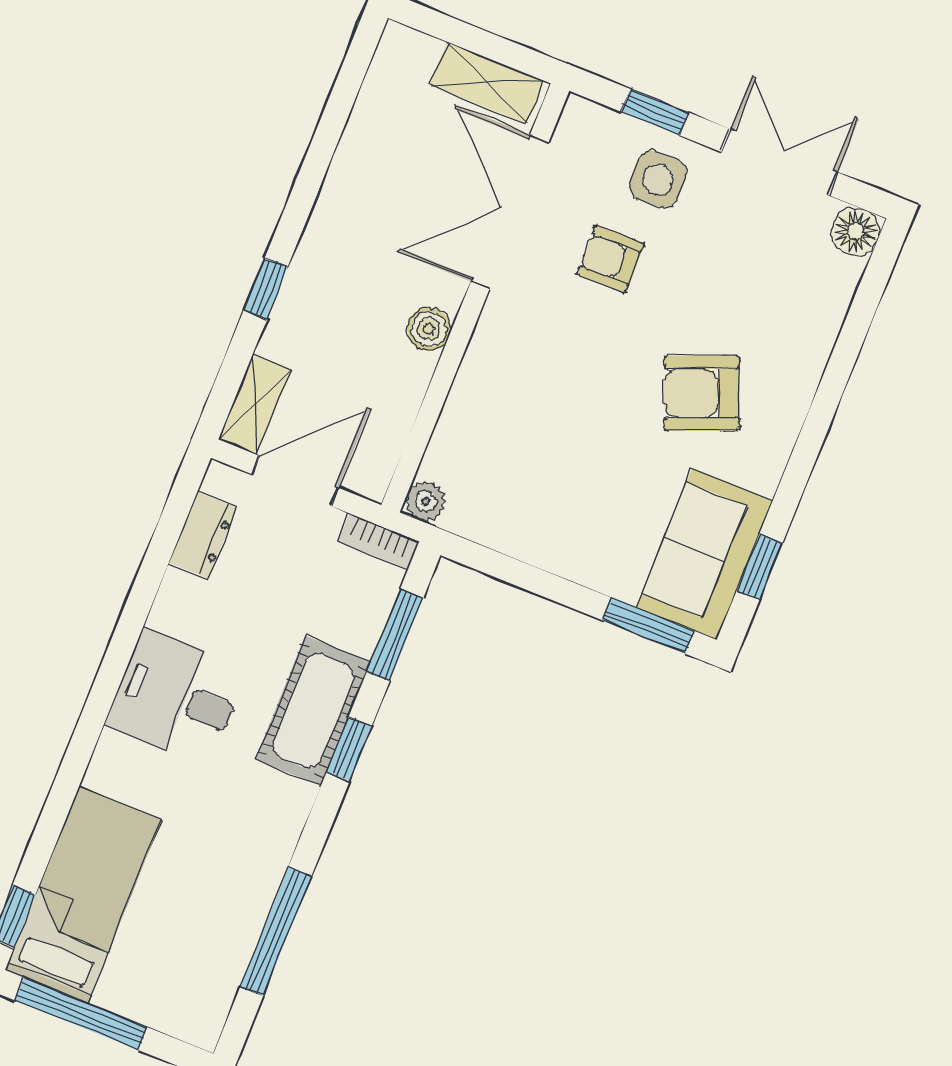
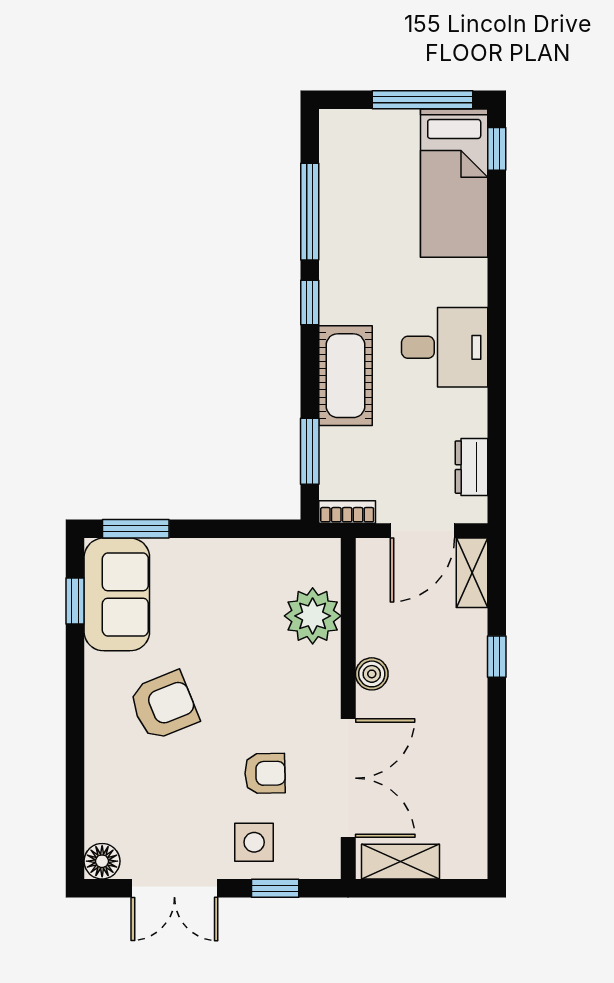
plant: (426, 501) -> (313, 616), moved, width x1.88, depth x1.88
window: (349, 749) -> (310, 302), moved

